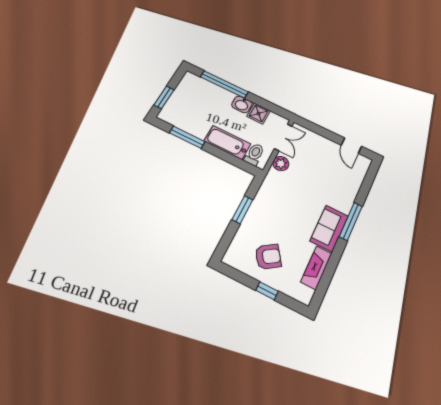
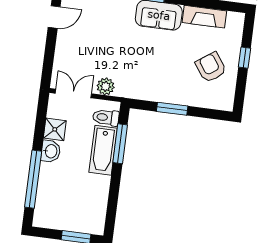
window: (187, 137) -> (120, 144), moved

